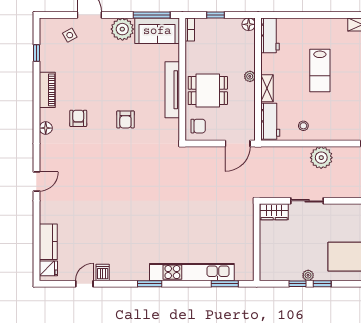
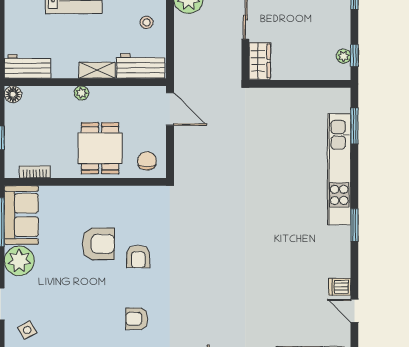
bookcase: (190, 29) -> (35, 172), moved
armchair: (135, 89) -> (98, 244), added
tv unit: (172, 90) -> (99, 195), removed
armchair: (125, 119) -> (138, 257), turned 90
plant: (308, 275) -> (344, 56), moved
window: (298, 284) -> (354, 55), moved

